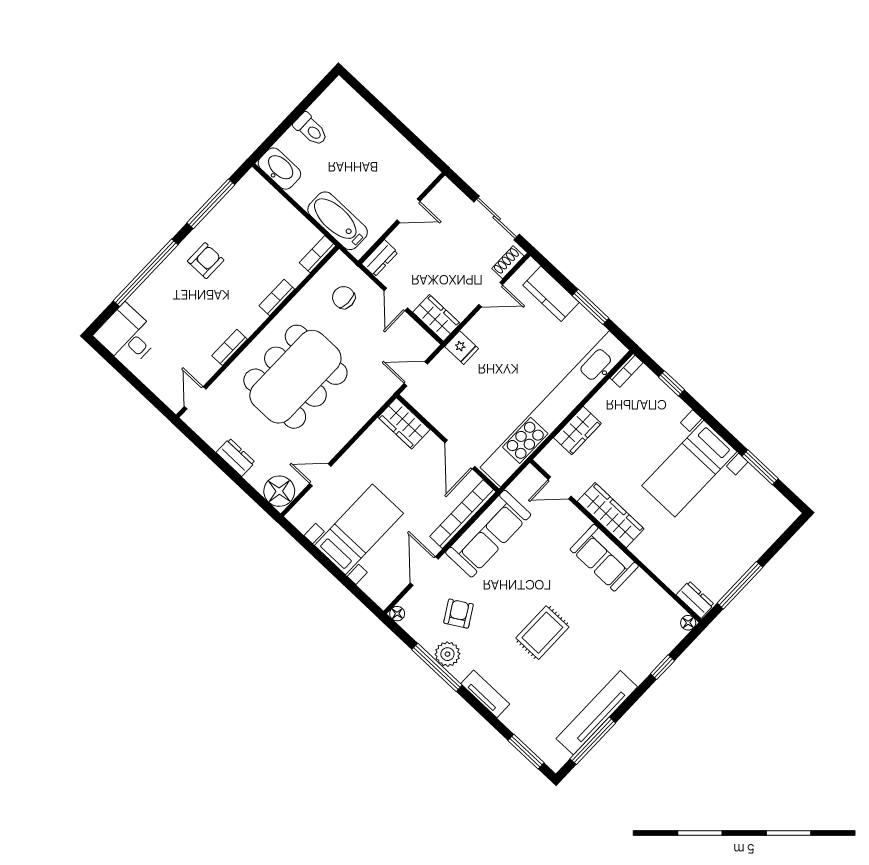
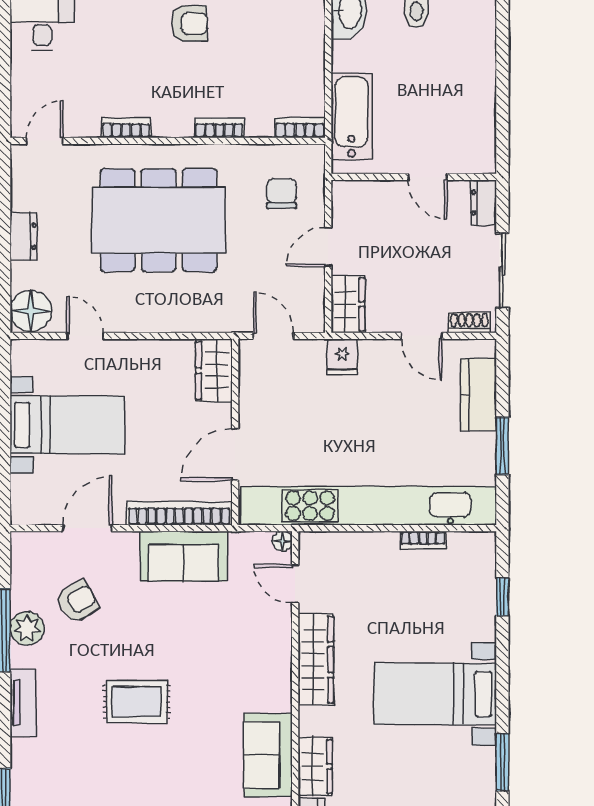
dresser: (380, 258) -> (484, 203), moved, turned 90
bookcase: (626, 370) -> (423, 540), moved
wardrobe: (577, 431) -> (315, 766), moved, turned -90
sofa: (488, 534) -> (184, 556), width x0.73
sofa: (604, 558) -> (268, 755), moved
floor lamp: (397, 614) -> (282, 541), moved

